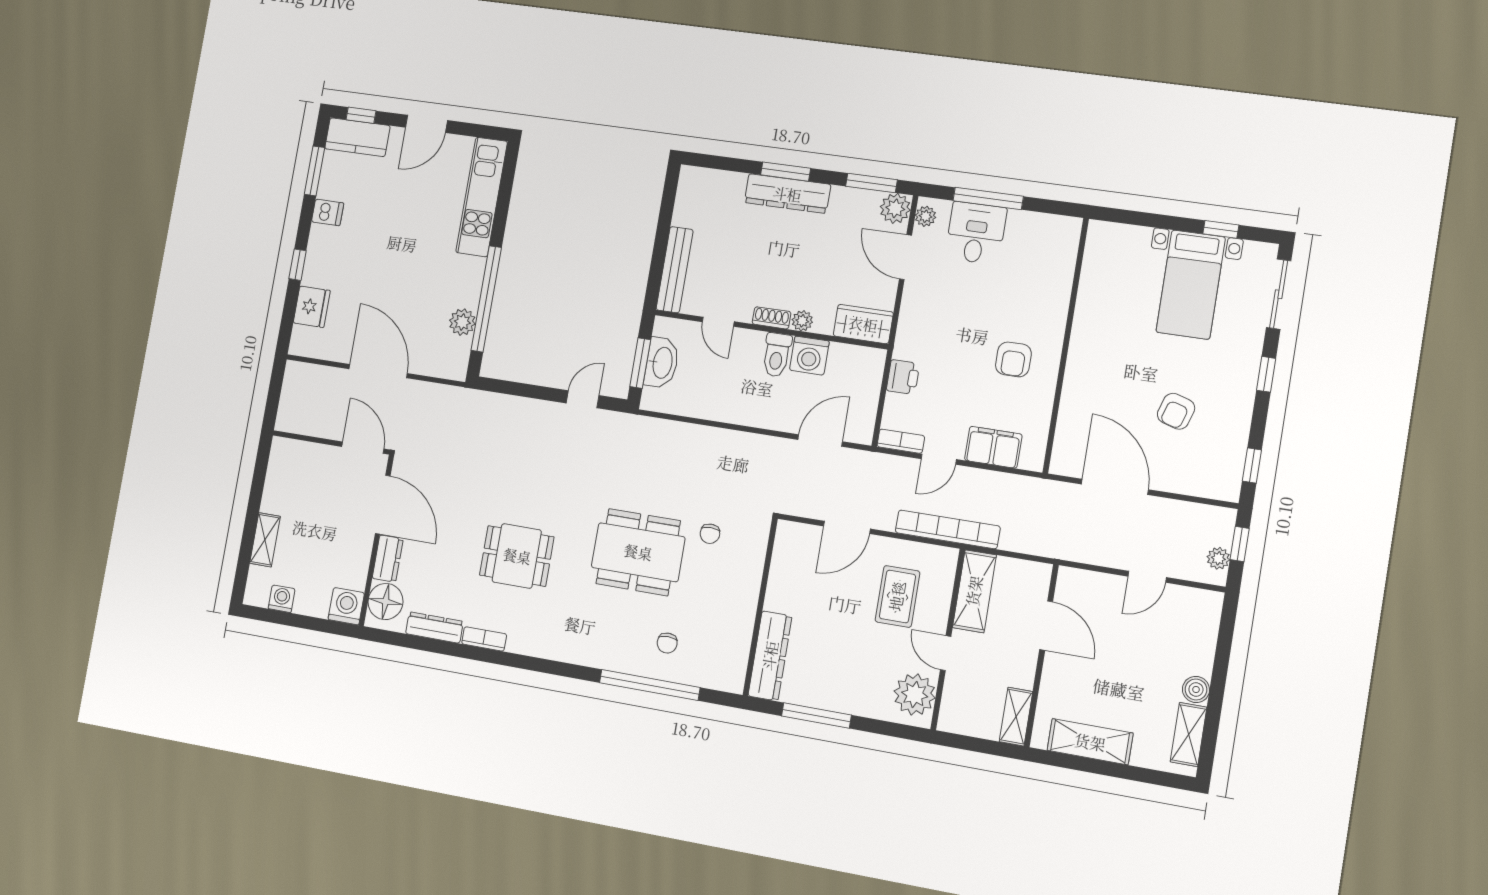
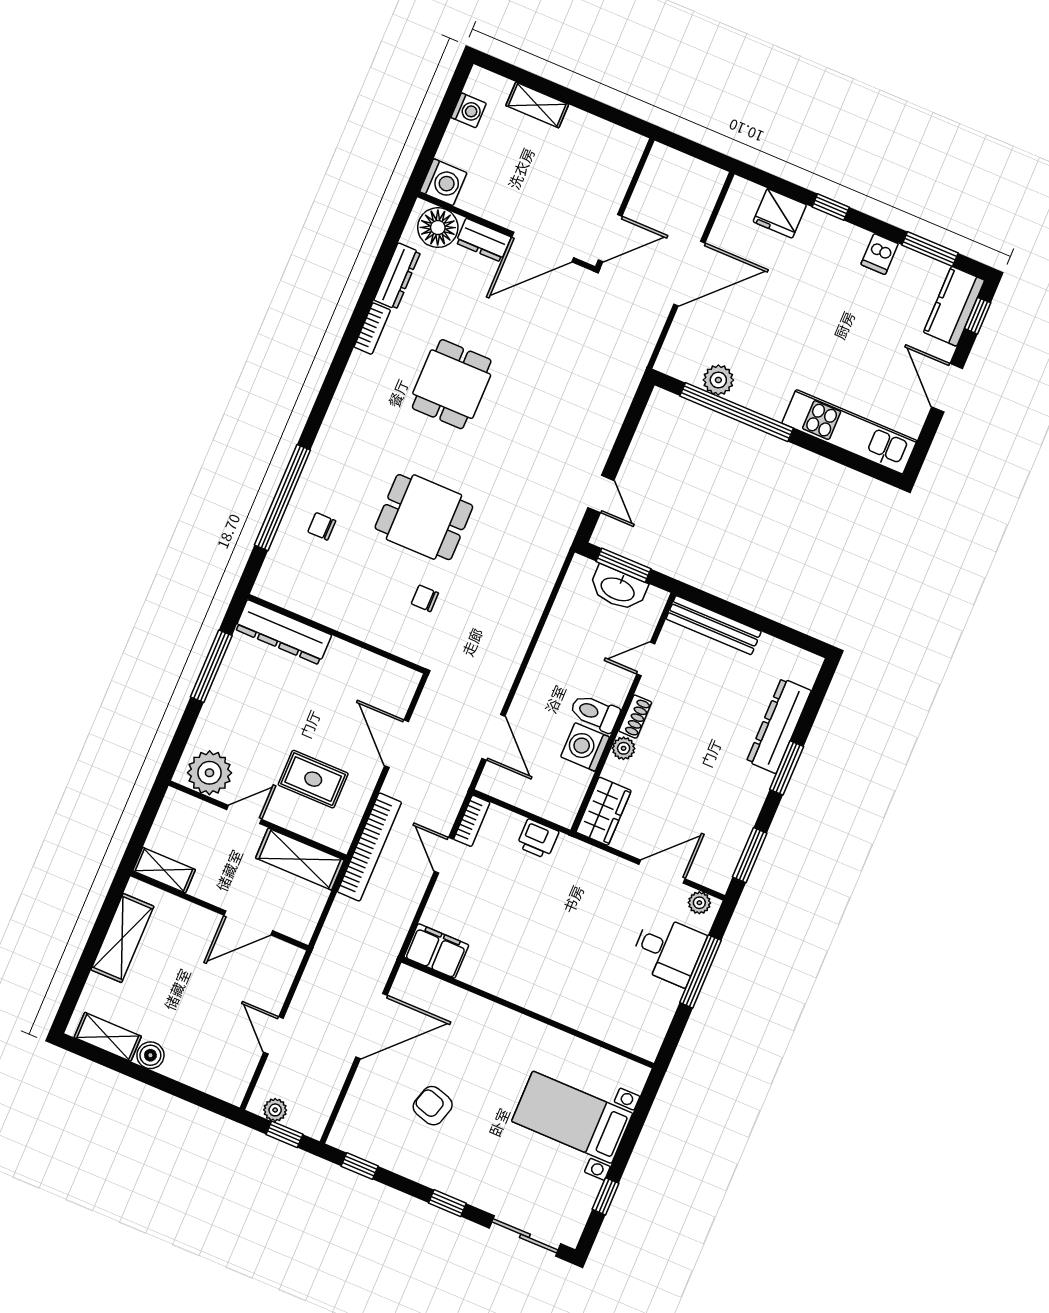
dresser: (787, 194) -> (779, 726), moved
plant: (895, 208) -> (716, 873), removed
bed with nightstands: (1191, 285) -> (572, 1117), moved
armchair: (1013, 359) -> (527, 956), removed
filing cabinet: (993, 447) -> (436, 951), moved, turned -90
dining table: (638, 552) -> (424, 517), width x0.73

